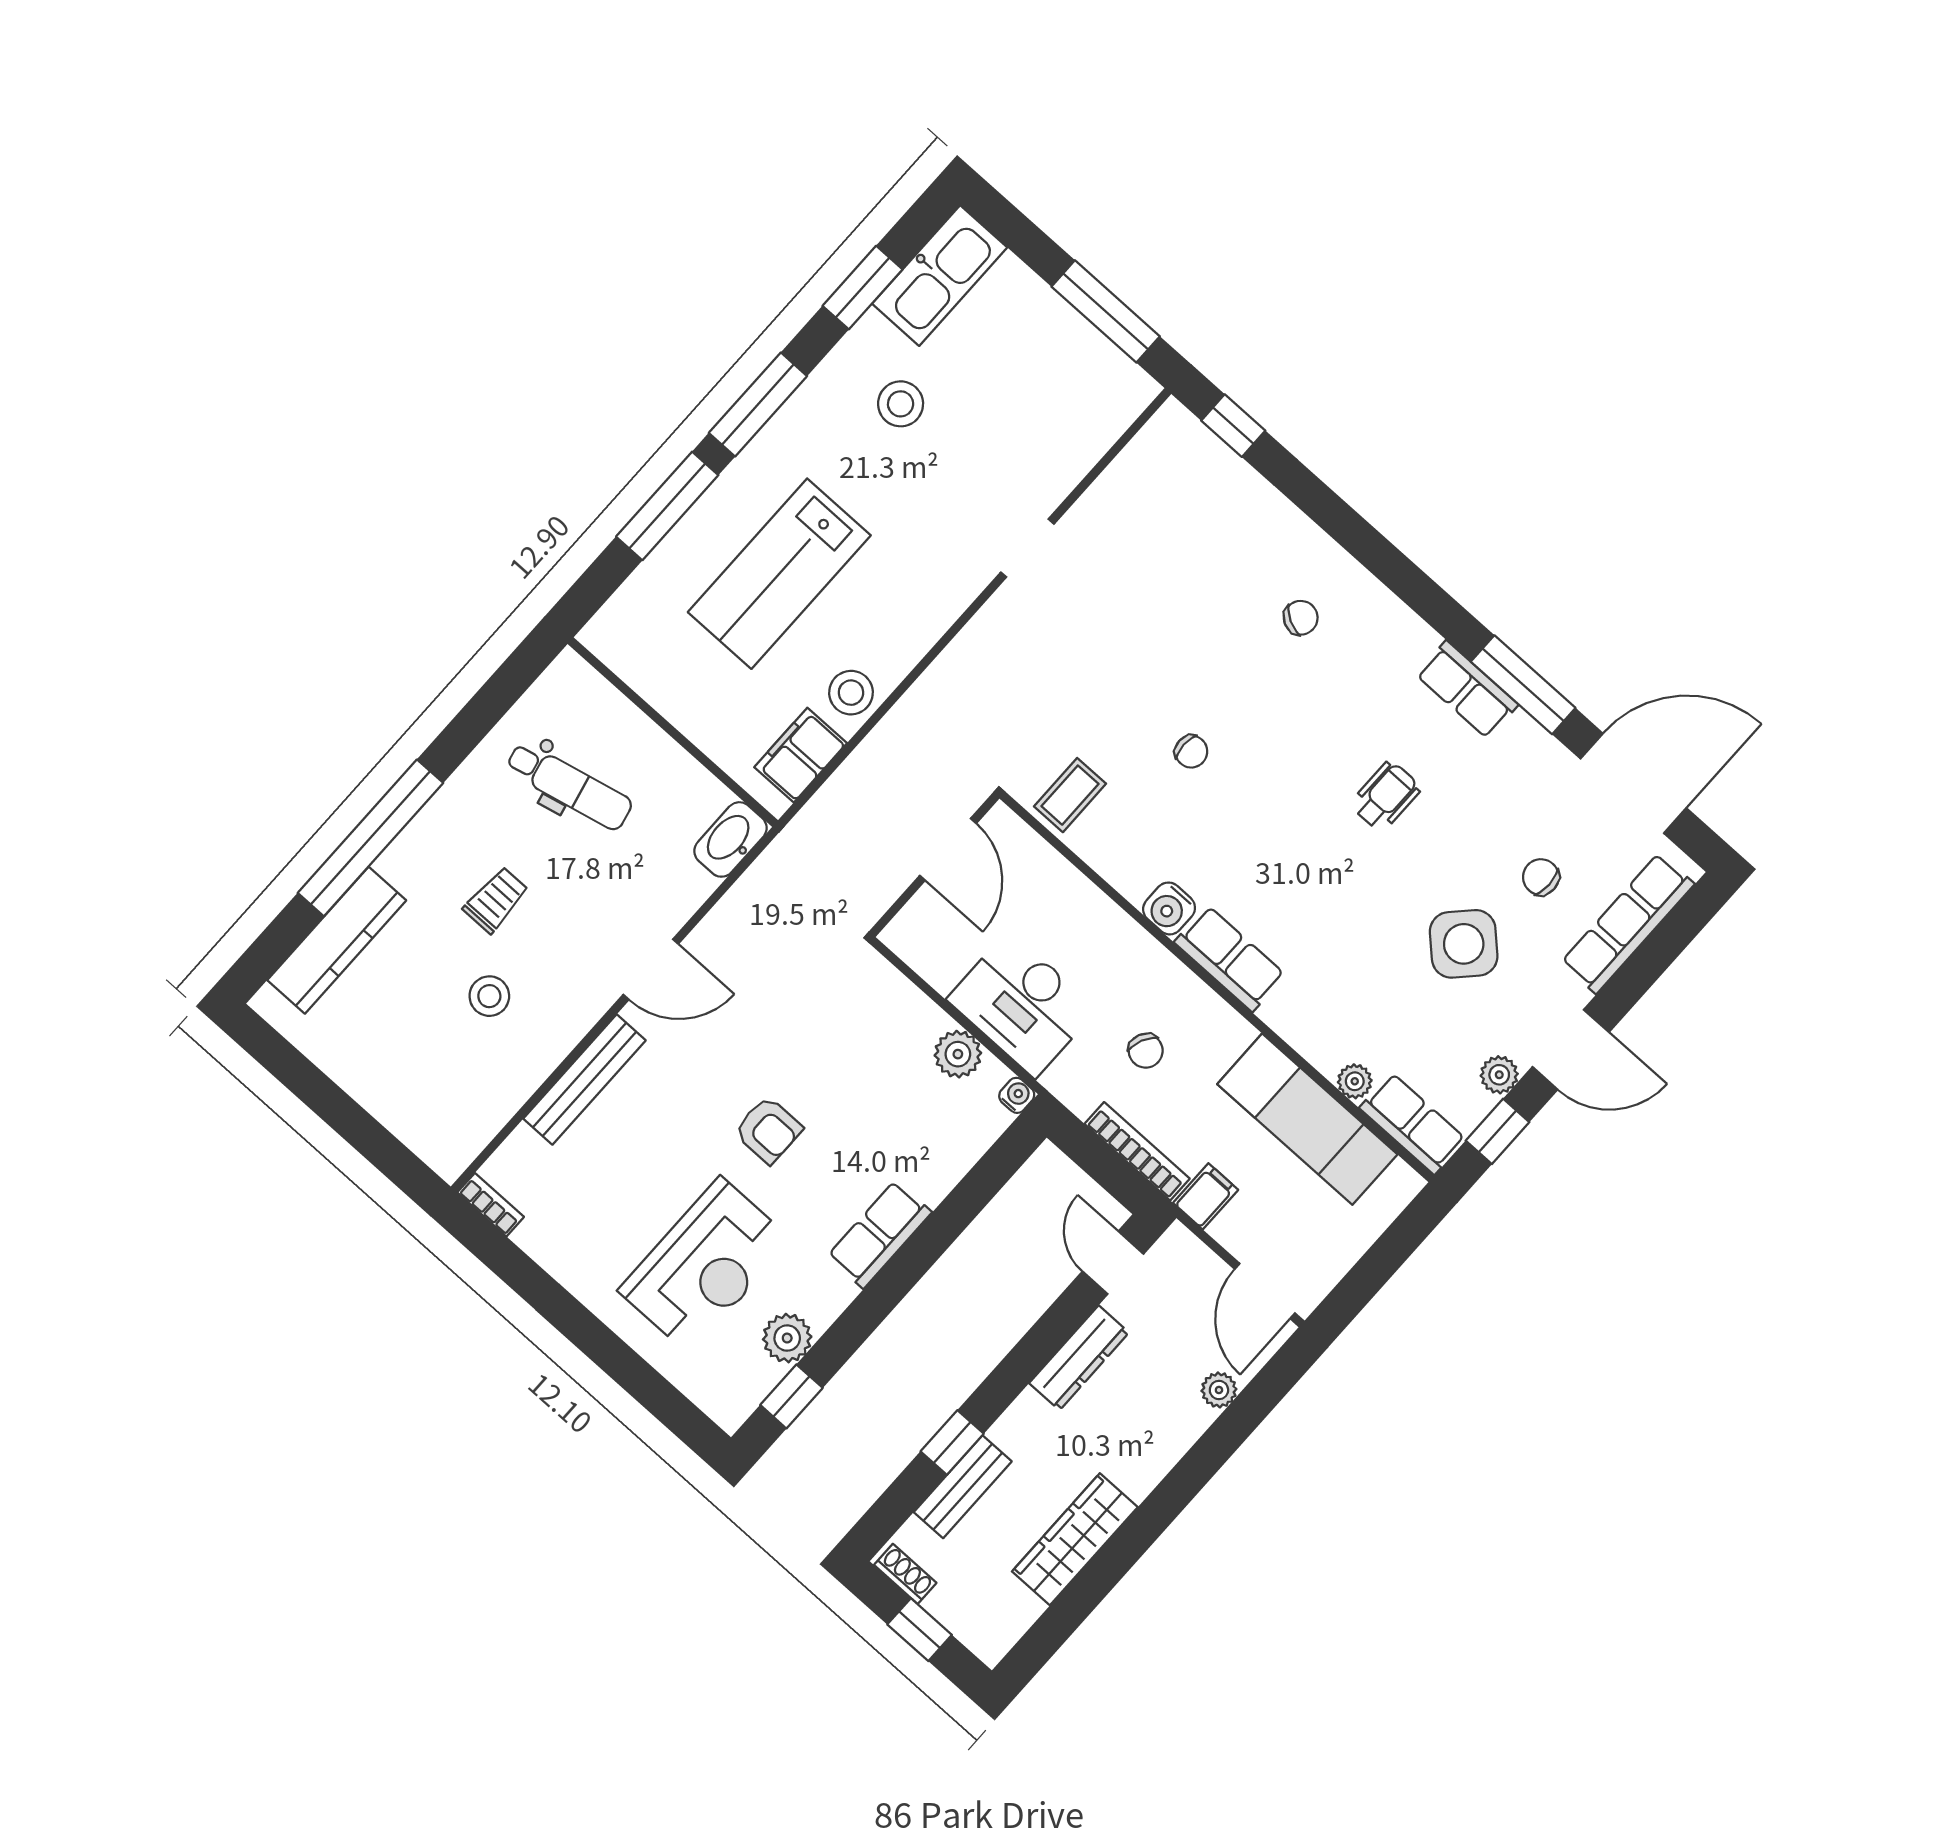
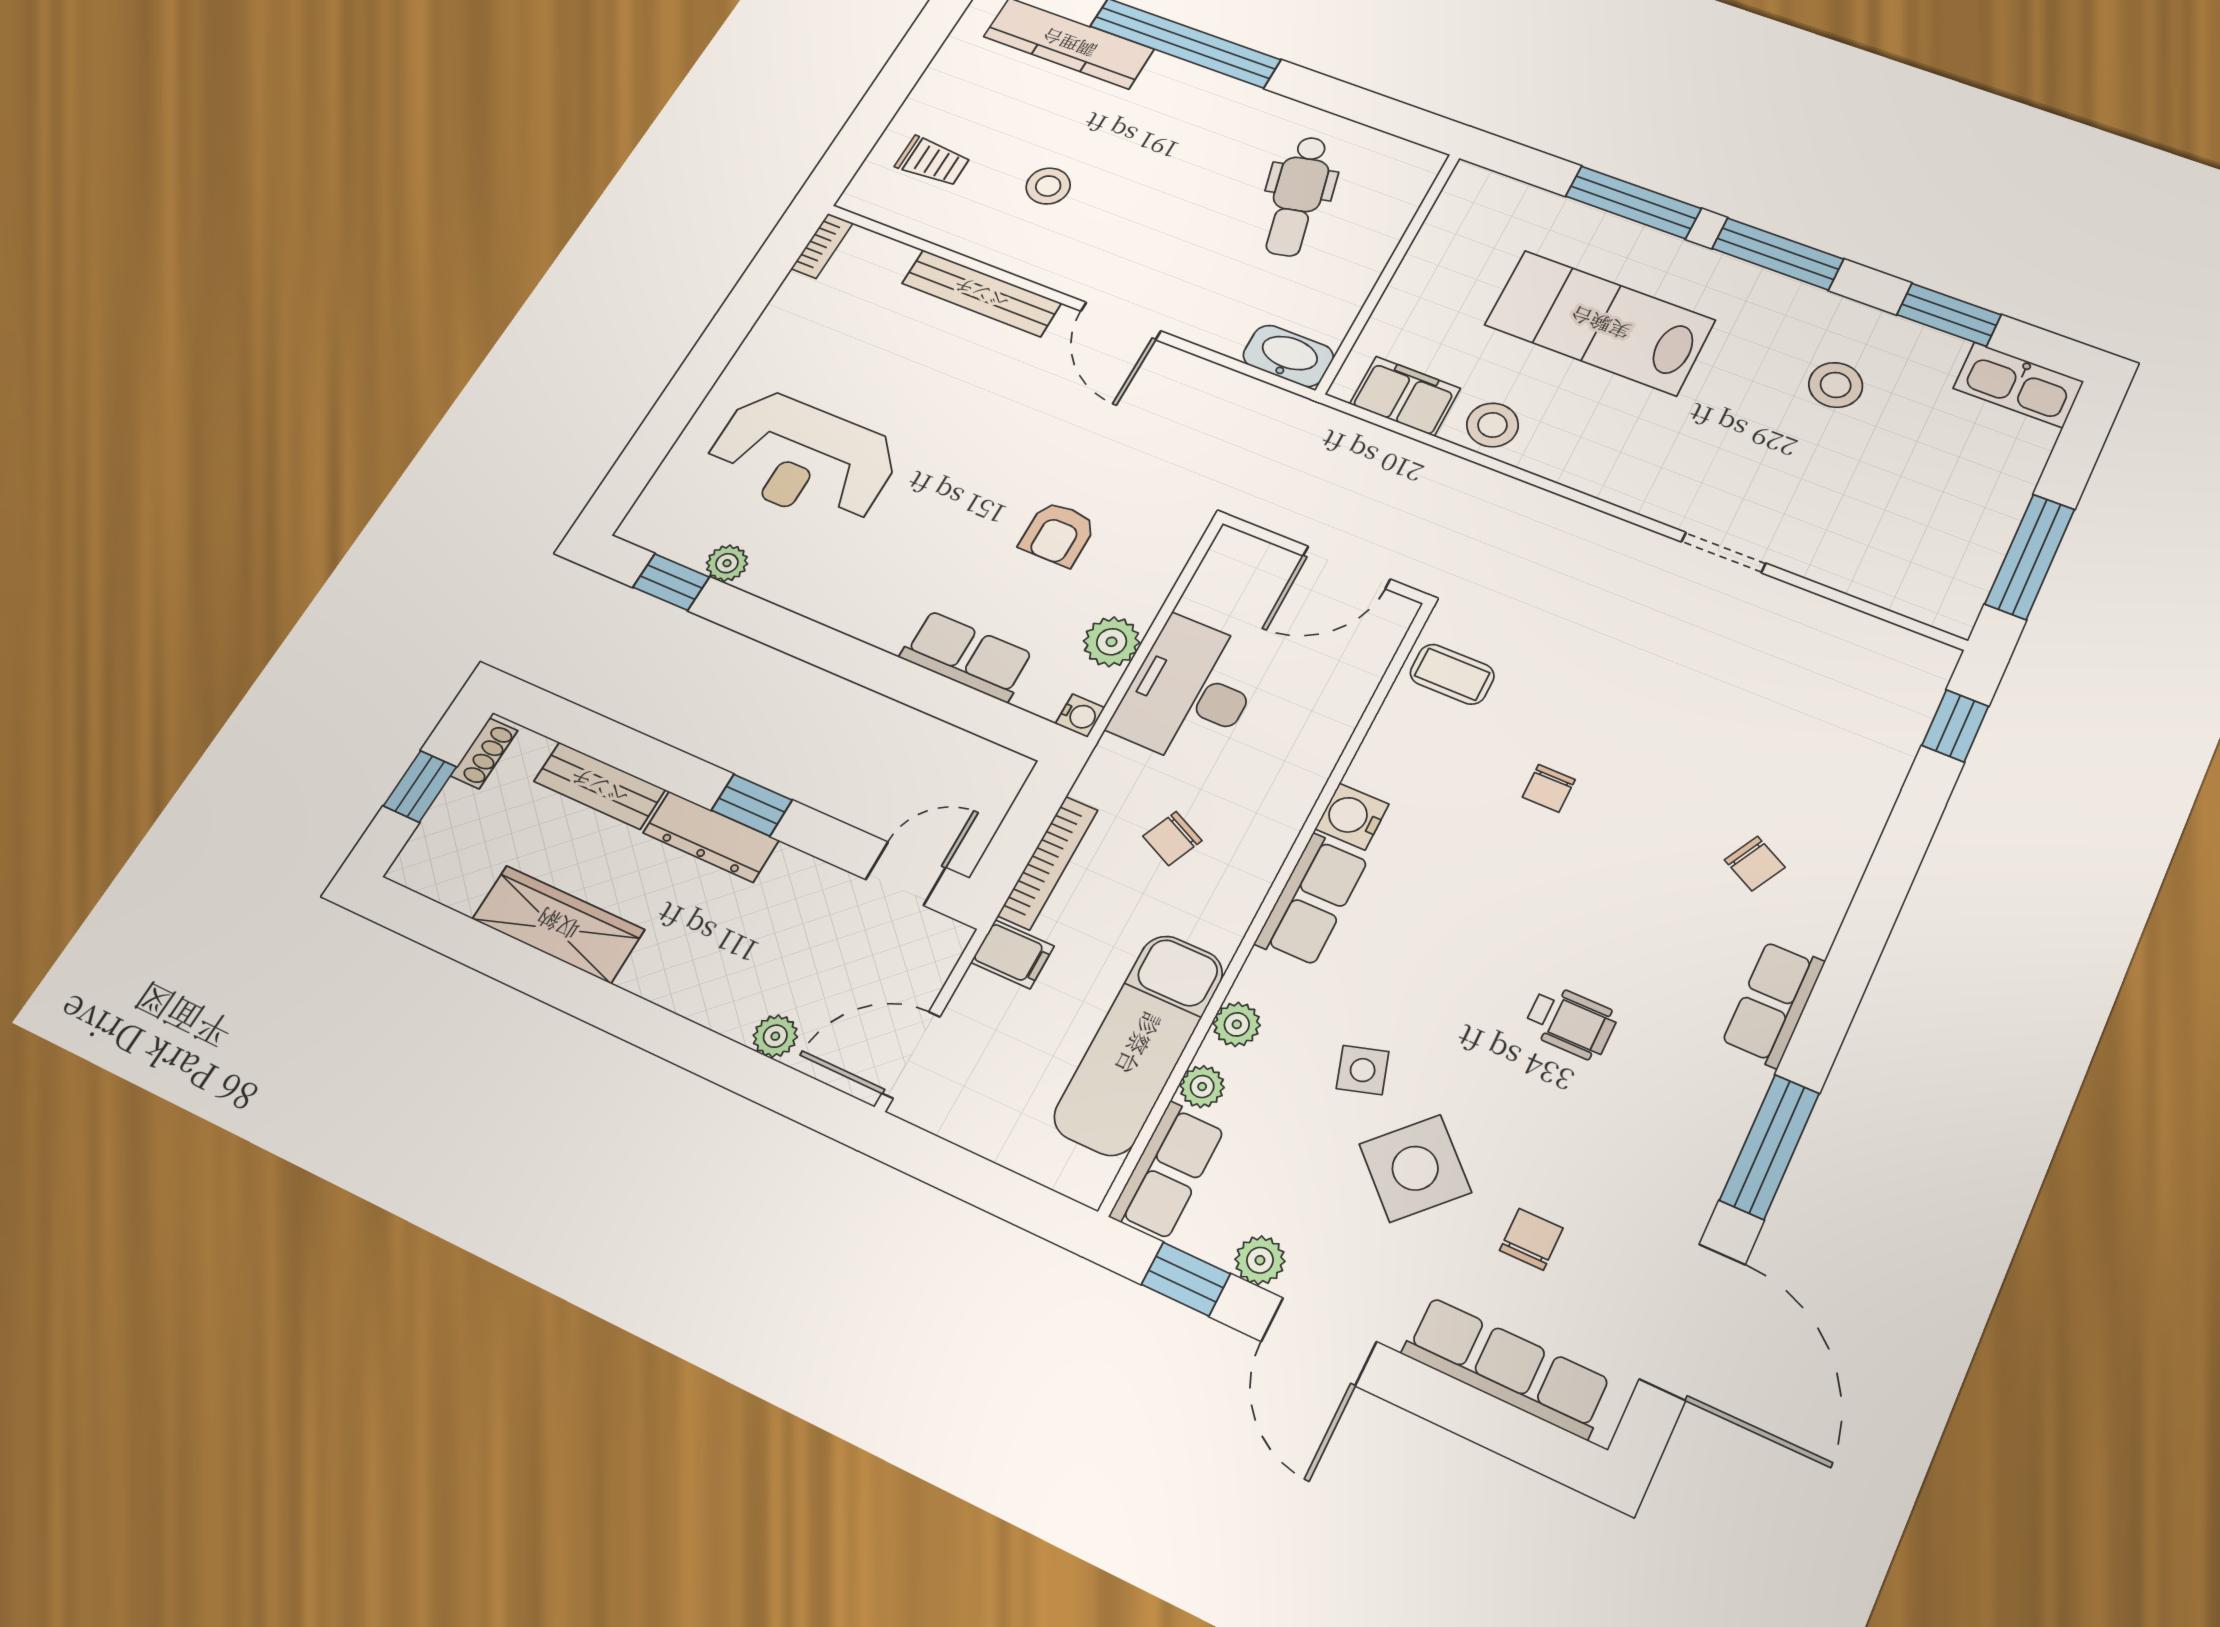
kitchen sink: (940, 276) -> (2018, 385), width x0.73, depth x0.81
row of seats: (1467, 690) -> (1773, 1003), moved
trolley: (496, 900) -> (933, 161), moved
side table: (1377, 960) -> (1363, 1070), added
plant: (1313, 1043) -> (1237, 1024), added
armchair: (768, 1130) -> (1058, 534), moved
row of seats: (879, 1234) -> (967, 656), moved
plant: (787, 1338) -> (727, 563), width x0.73, depth x0.73
dresser: (1079, 1358) -> (711, 837), moved
window: (952, 1443) -> (752, 805), moved

